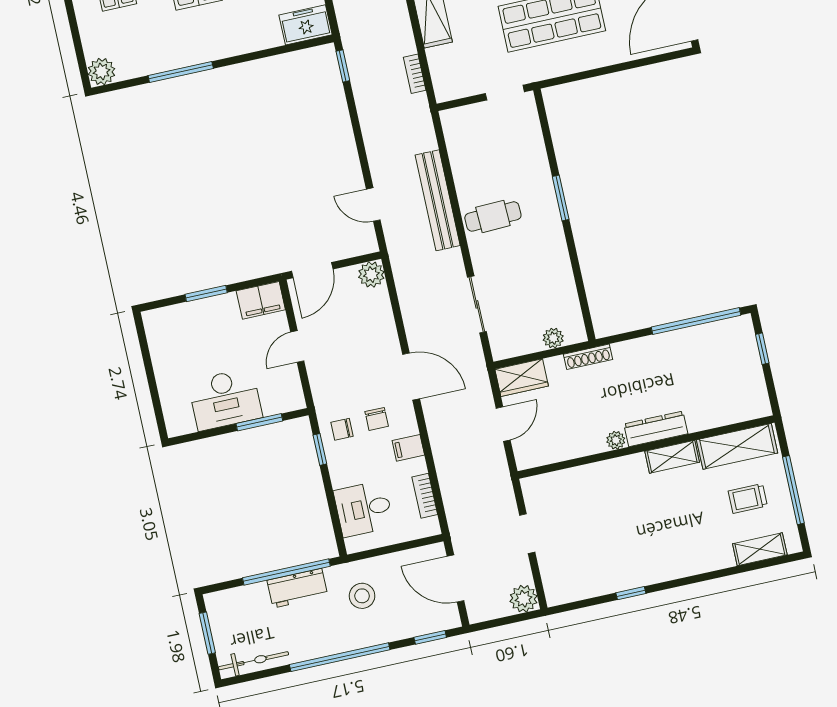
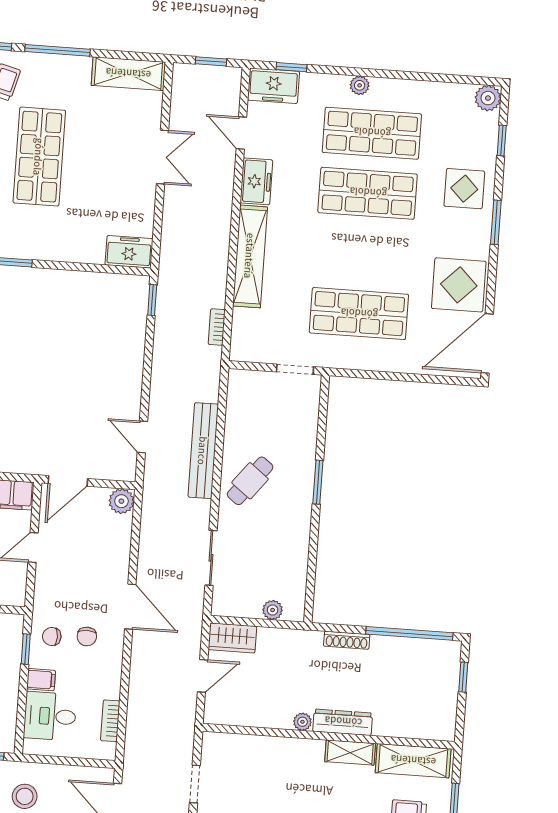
cafe table: (493, 216) -> (250, 481), turned -50
shoe rack: (588, 357) -> (347, 640), moved
filing cabinet: (408, 448) -> (41, 680), moved, turned 180

